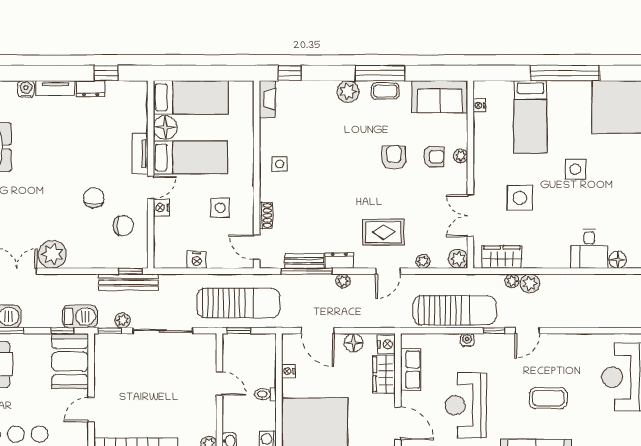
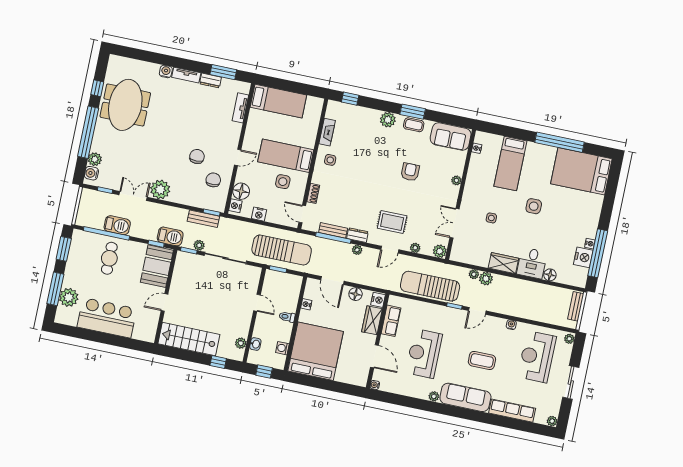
window: (106, 73) -> (223, 72), width x1.50
window: (380, 73) -> (413, 112), width x0.69
window: (565, 73) -> (560, 142), moved
fireplace: (267, 99) -> (327, 132), moved
floor lamp: (165, 127) -> (241, 191), moved
tv unit: (140, 154) -> (240, 108), moved
bed: (190, 157) -> (286, 156), moved, turned 180
armchair: (434, 157) -> (438, 177), removed
side table: (520, 198) -> (491, 218), width x0.54, depth x0.54
nightstand: (161, 208) -> (235, 206), moved
chair: (123, 226) -> (213, 180), turned -95
wardrobe: (502, 257) -> (503, 263), moved
bench: (129, 282) -> (203, 219), width x0.73
sun lounger: (455, 310) -> (430, 286), turned 180
water cooler: (467, 340) -> (511, 325), moved

